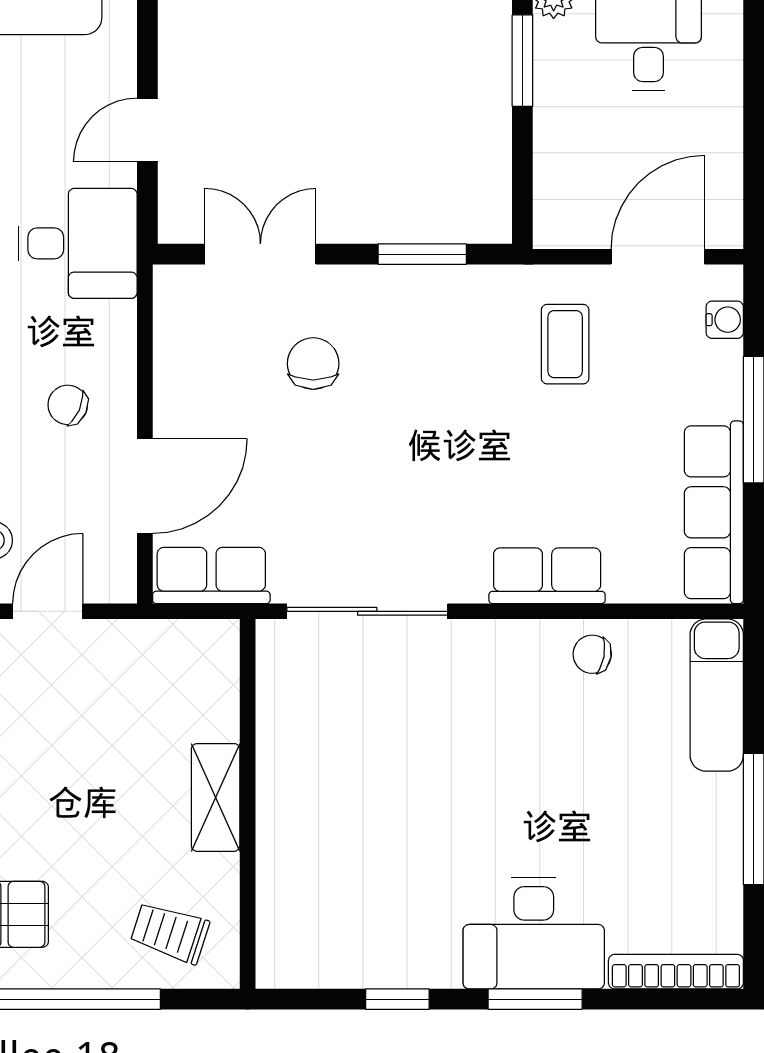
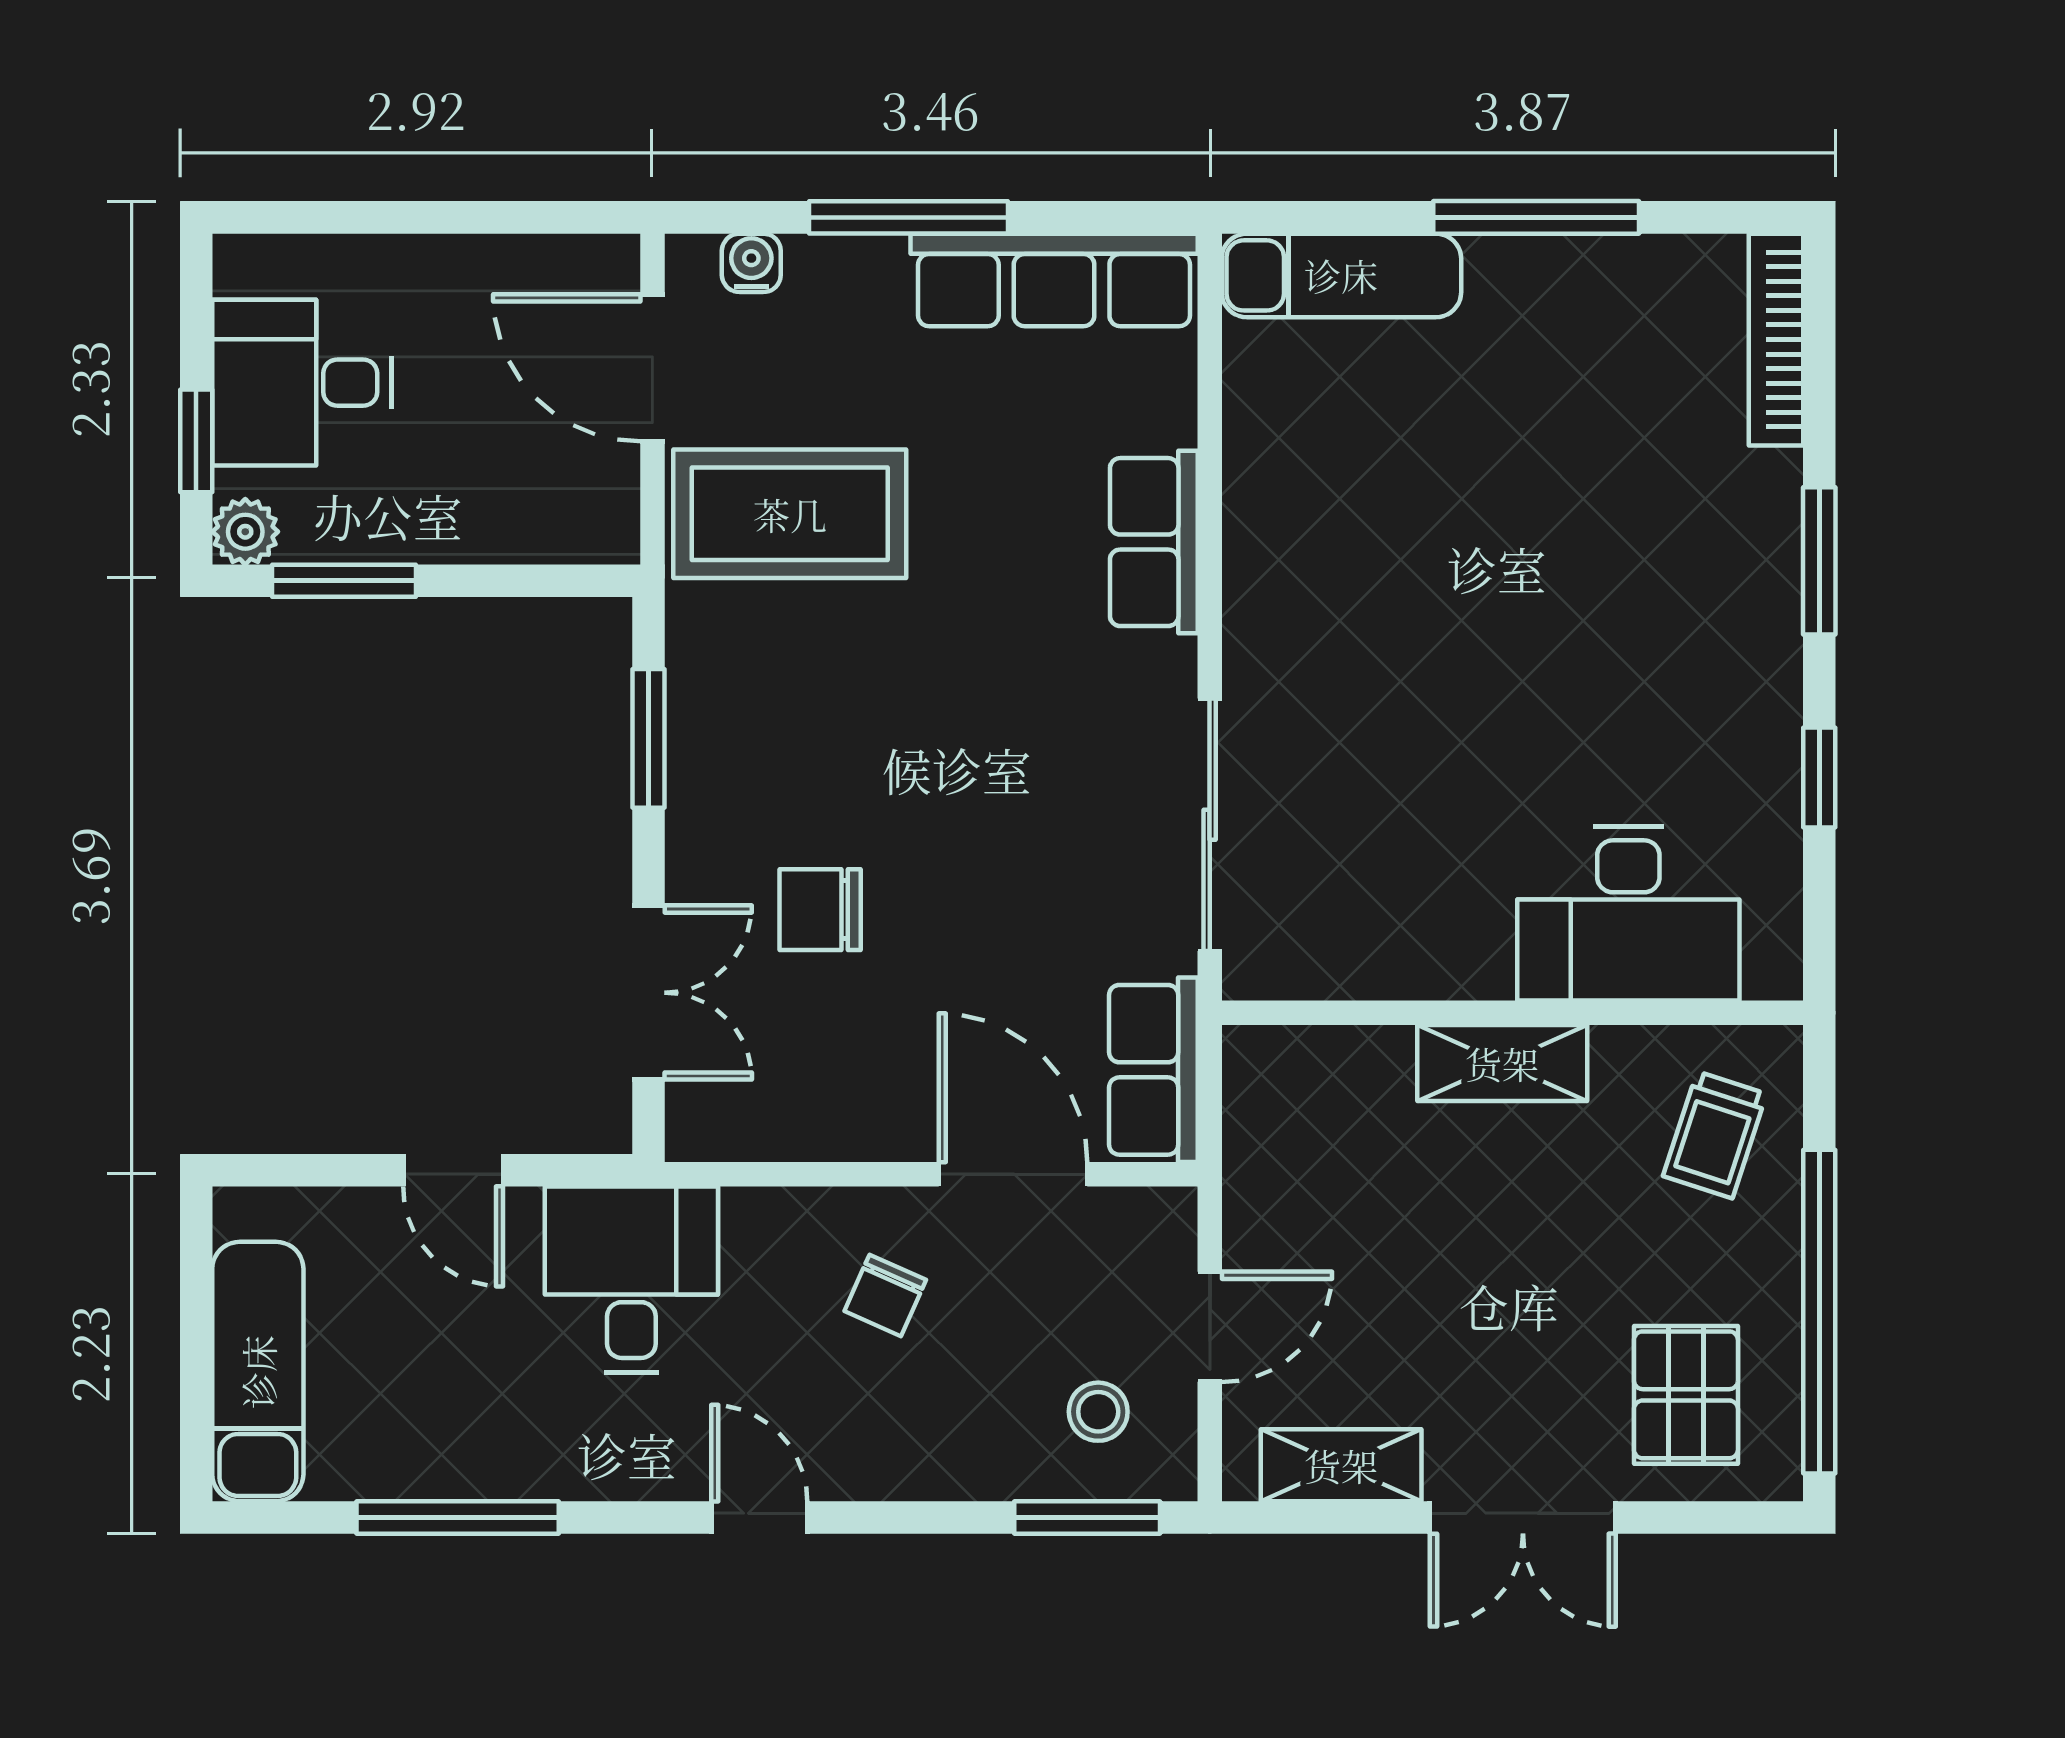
double door: (260, 254) -> (648, 993), swing flipped
coffee table: (565, 344) -> (790, 514), width x1.86, depth x1.72
door: (48, 611) -> (1210, 1327), swing flipped
chair: (592, 654) -> (1277, 471), removed
desk: (534, 933) -> (1628, 913), moved, turned 90

